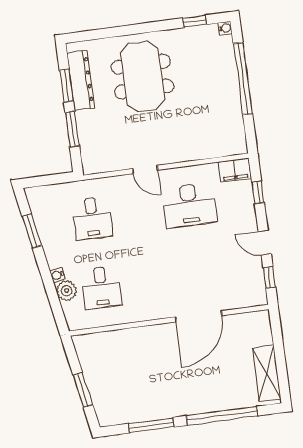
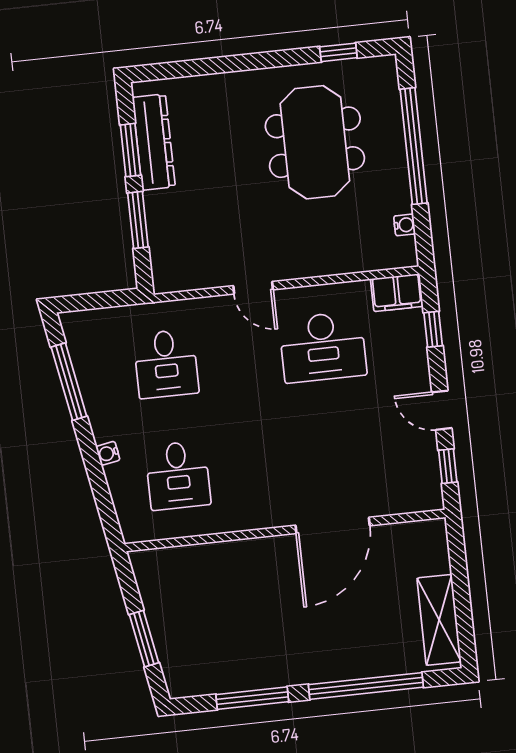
water cooler: (225, 28) -> (405, 225), moved
meeting table: (143, 77) -> (315, 142), moved
window: (32, 231) -> (69, 382), width x1.44
plant: (66, 291) -> (122, 479), removed

